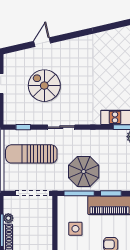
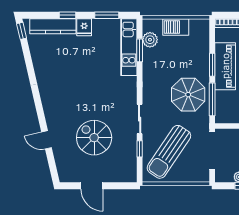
spiral stairs: (44, 86) -> (94, 138), turned 90
window: (23, 127) -> (140, 149), moved
sun lounger: (31, 154) -> (169, 152), turned 34

